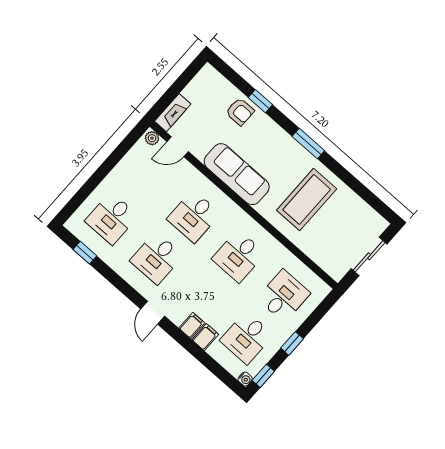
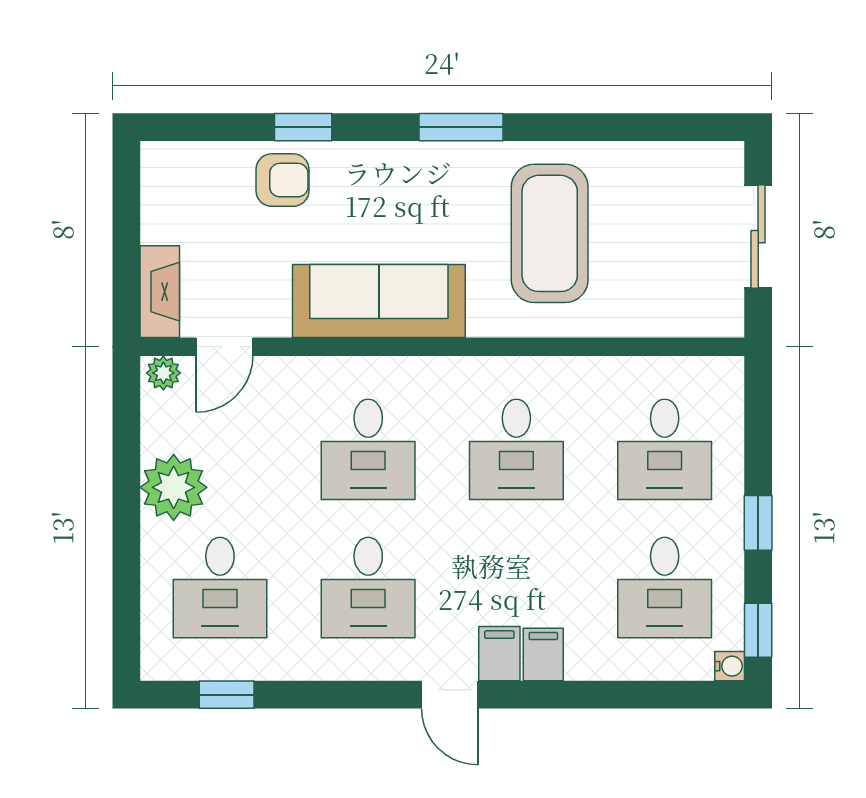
plant: (124, 176) -> (174, 487), added
desk: (284, 296) -> (665, 449), turned 180
filing cabinet: (205, 337) -> (499, 654), moved

